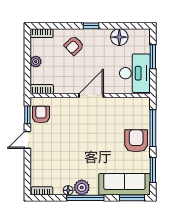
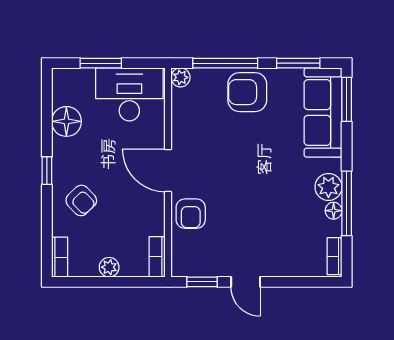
plant: (145, 103) -> (180, 77), added
armchair: (41, 114) -> (191, 214), moved, turned -90
window: (85, 198) -> (347, 203), moved

